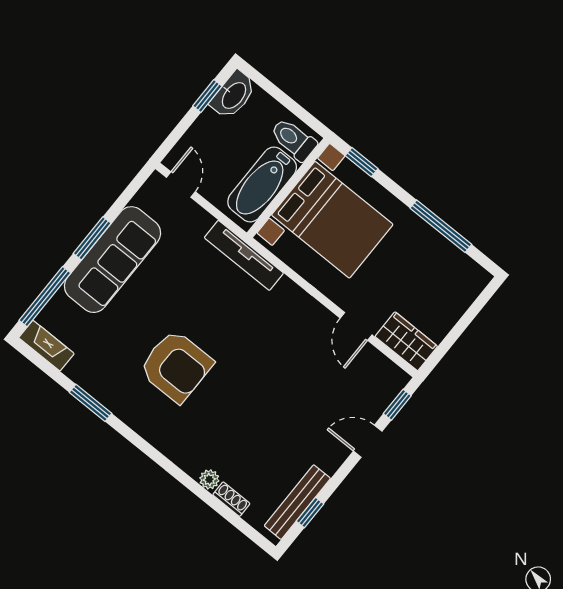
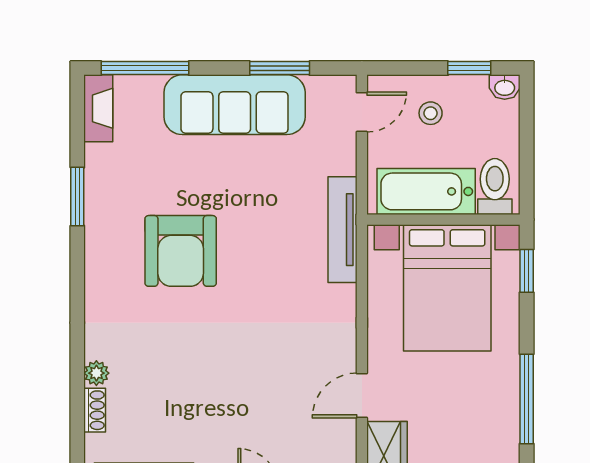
washbasin: (233, 95) -> (505, 87), width x0.52, depth x0.69
stool: (216, 143) -> (431, 113), added
window: (92, 238) -> (280, 68), moved

